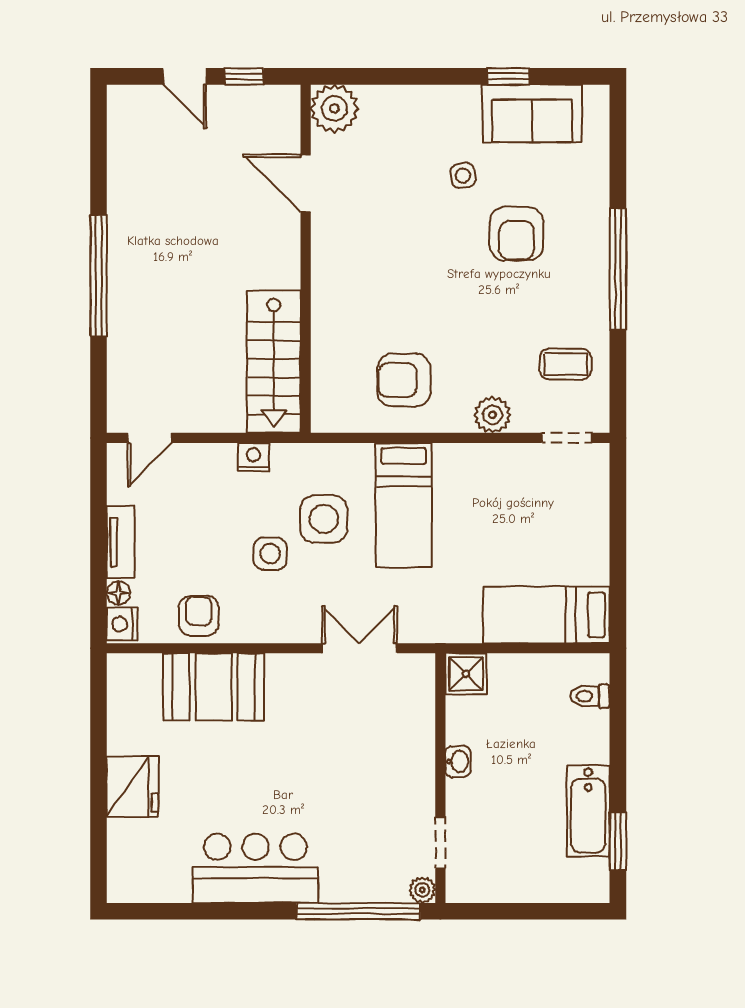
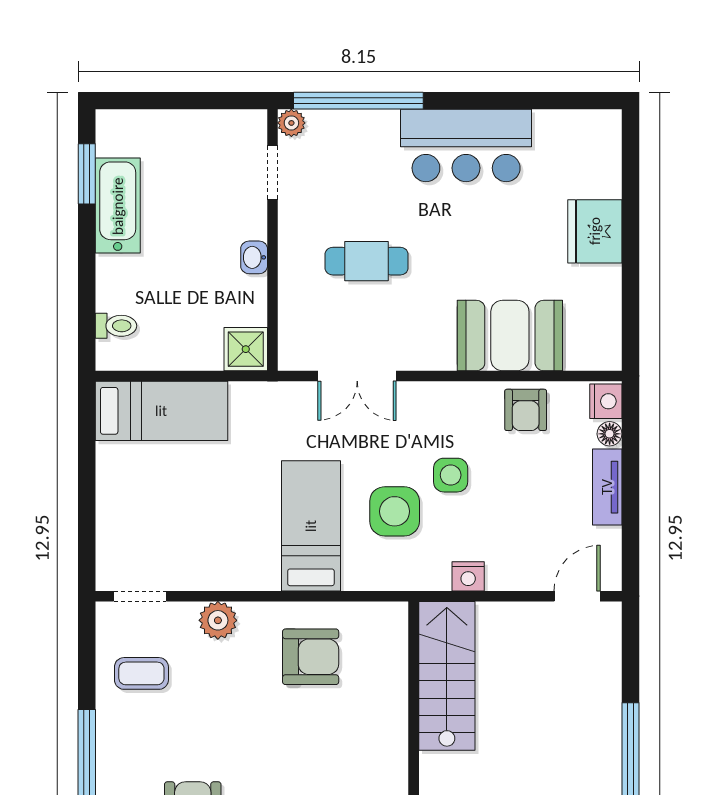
cafe table: (351, 758) -> (367, 261), added

